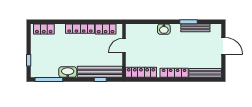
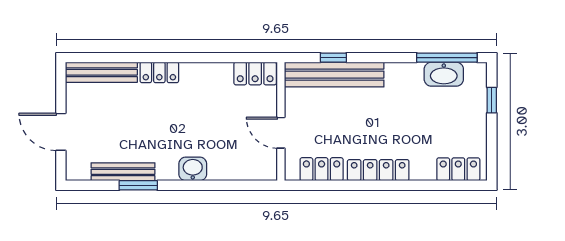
door: (124, 46) -> (281, 133), swing flipped
washbasin: (68, 72) -> (444, 74), moved
locker: (141, 72) -> (255, 73), width x0.66
locker: (174, 73) -> (159, 72), width x0.66

